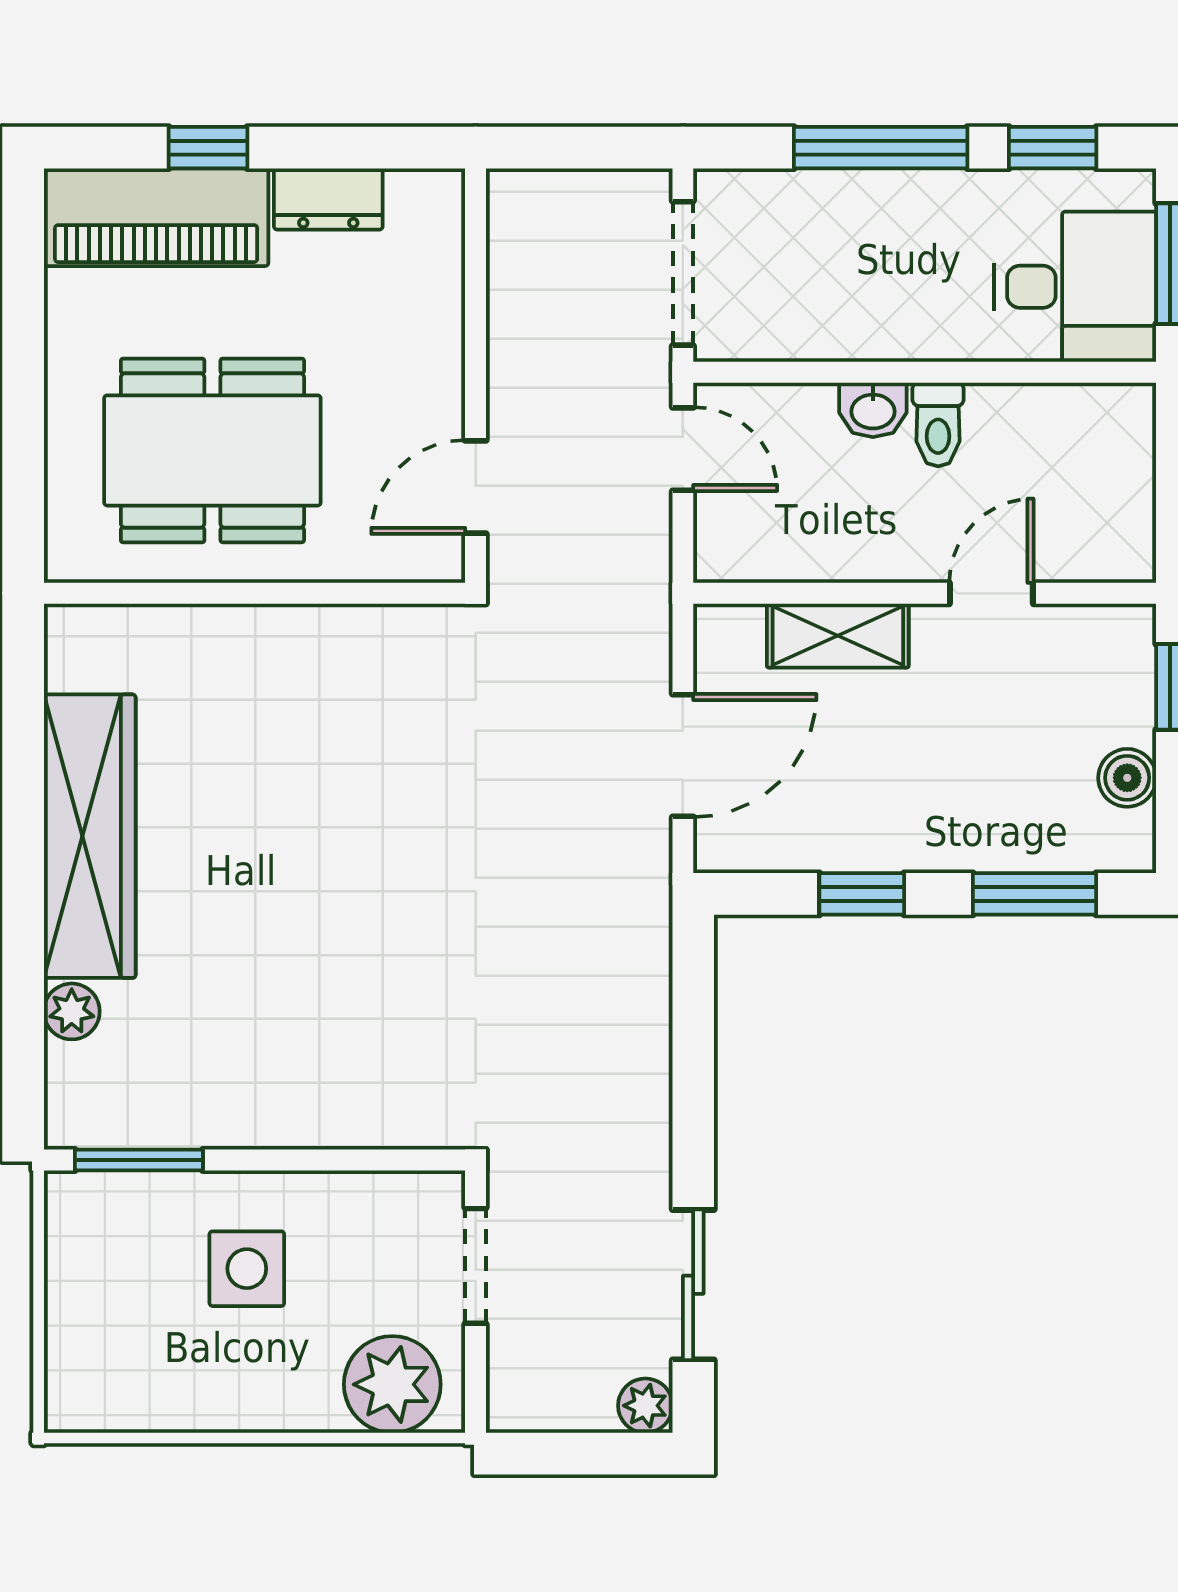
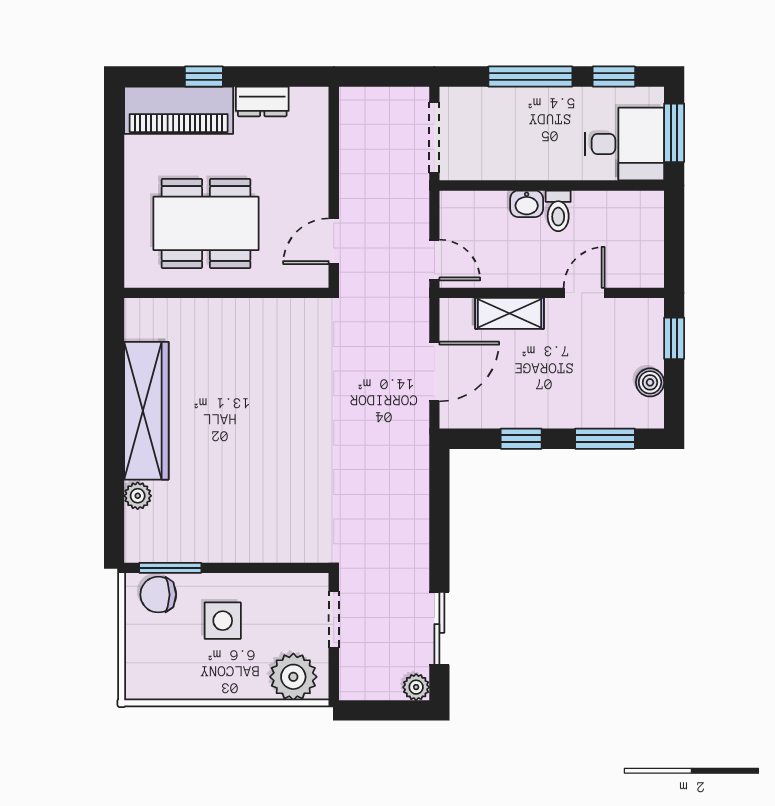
door: (683, 449) -> (434, 260), moved
chair: (114, 1215) -> (158, 595), added

